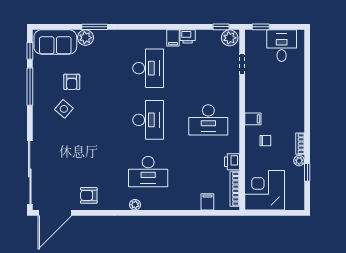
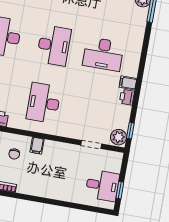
window: (261, 27) -> (120, 190), moved
desk: (148, 120) -> (54, 45), turned -90

